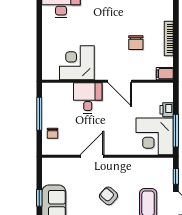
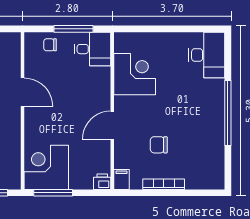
desk: (88, 98) -> (93, 49), moved
printer: (167, 110) -> (102, 182), moved

